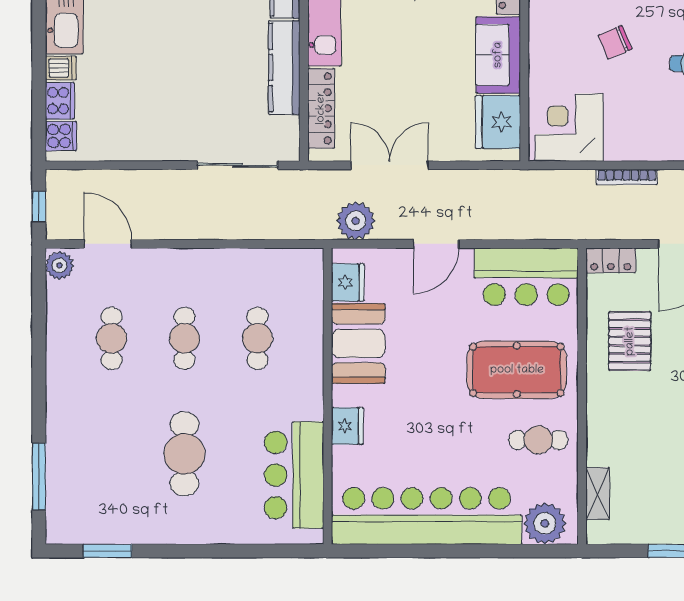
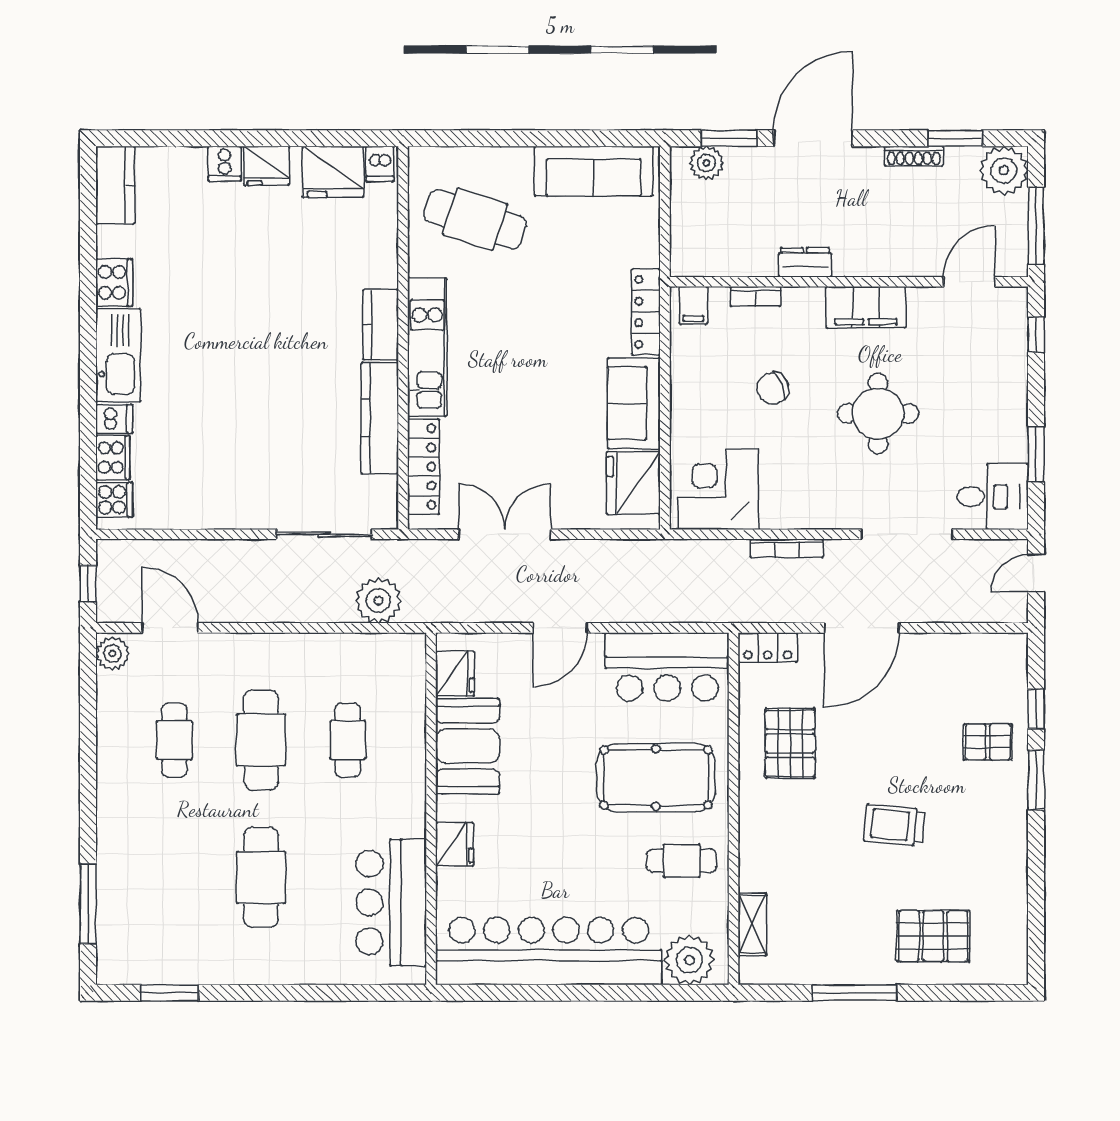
plant: (356, 221) -> (378, 600), moved
cafe table: (184, 338) -> (261, 740), width x1.37, depth x1.35

